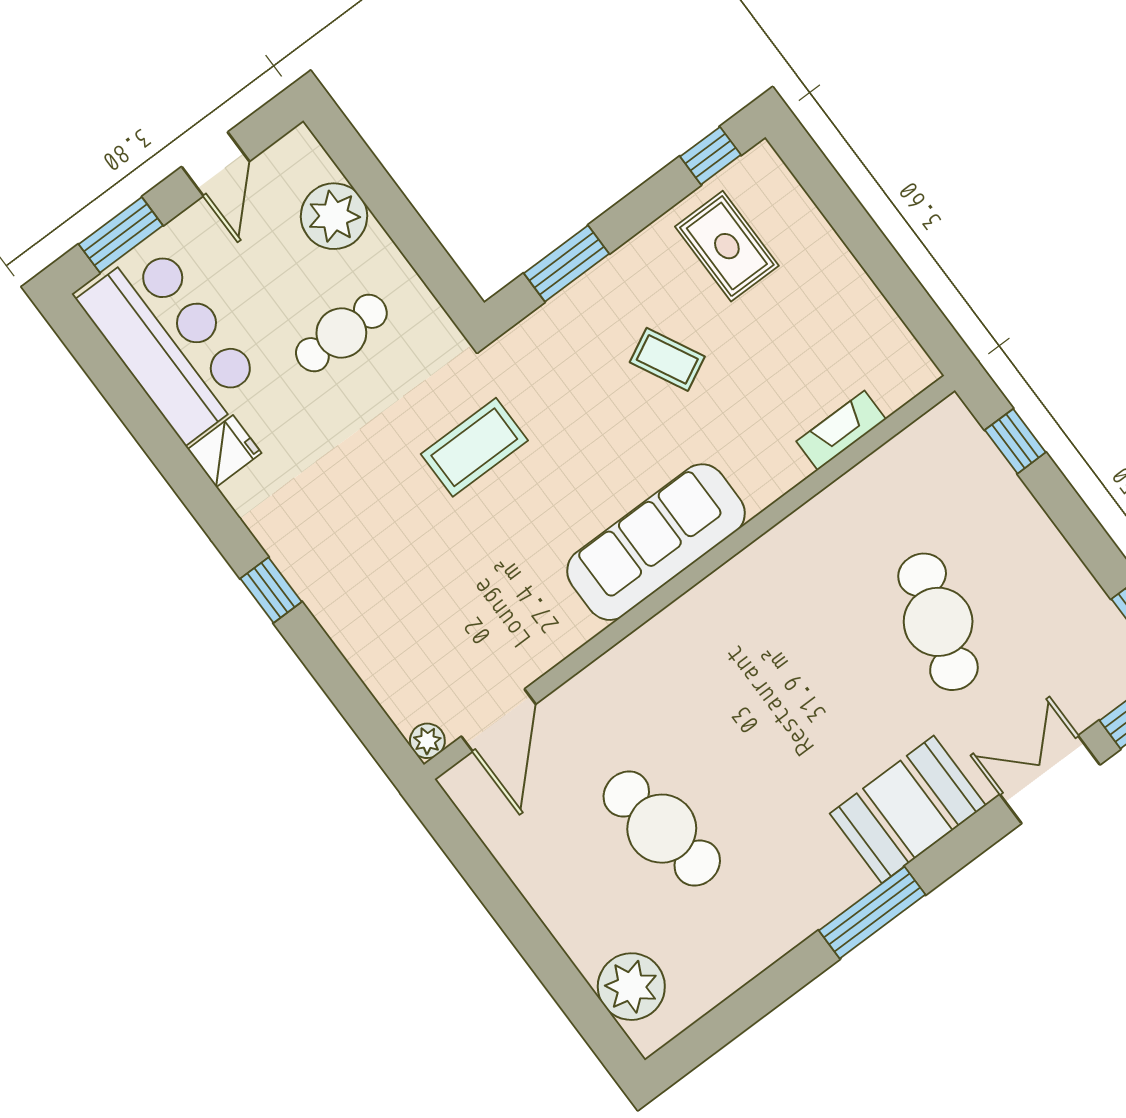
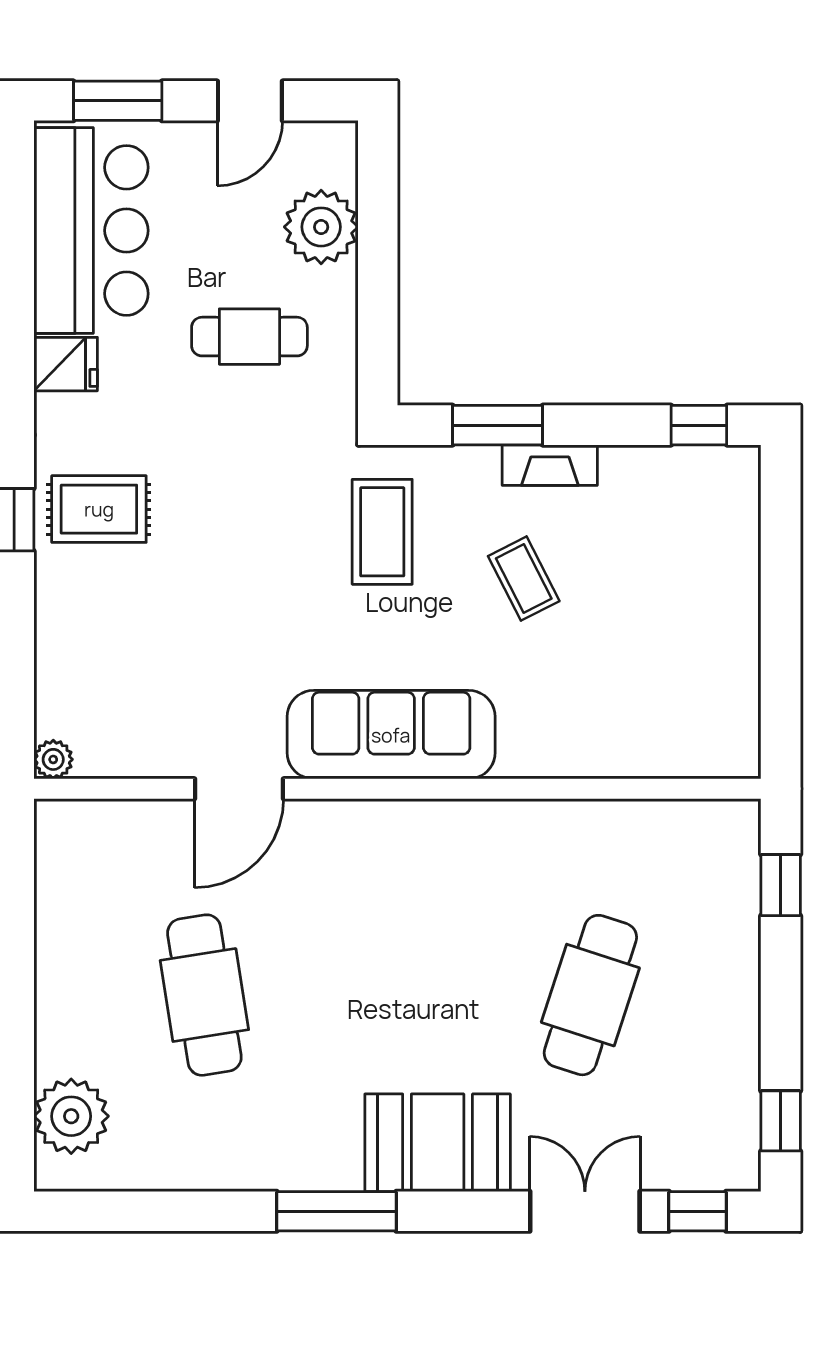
rug: (727, 246) -> (99, 509), moved, turned 90
fireplace: (841, 430) -> (550, 465), moved, turned 180
coffee table: (474, 447) -> (382, 532), moved, turned 90
door: (499, 720) -> (239, 789), moved

